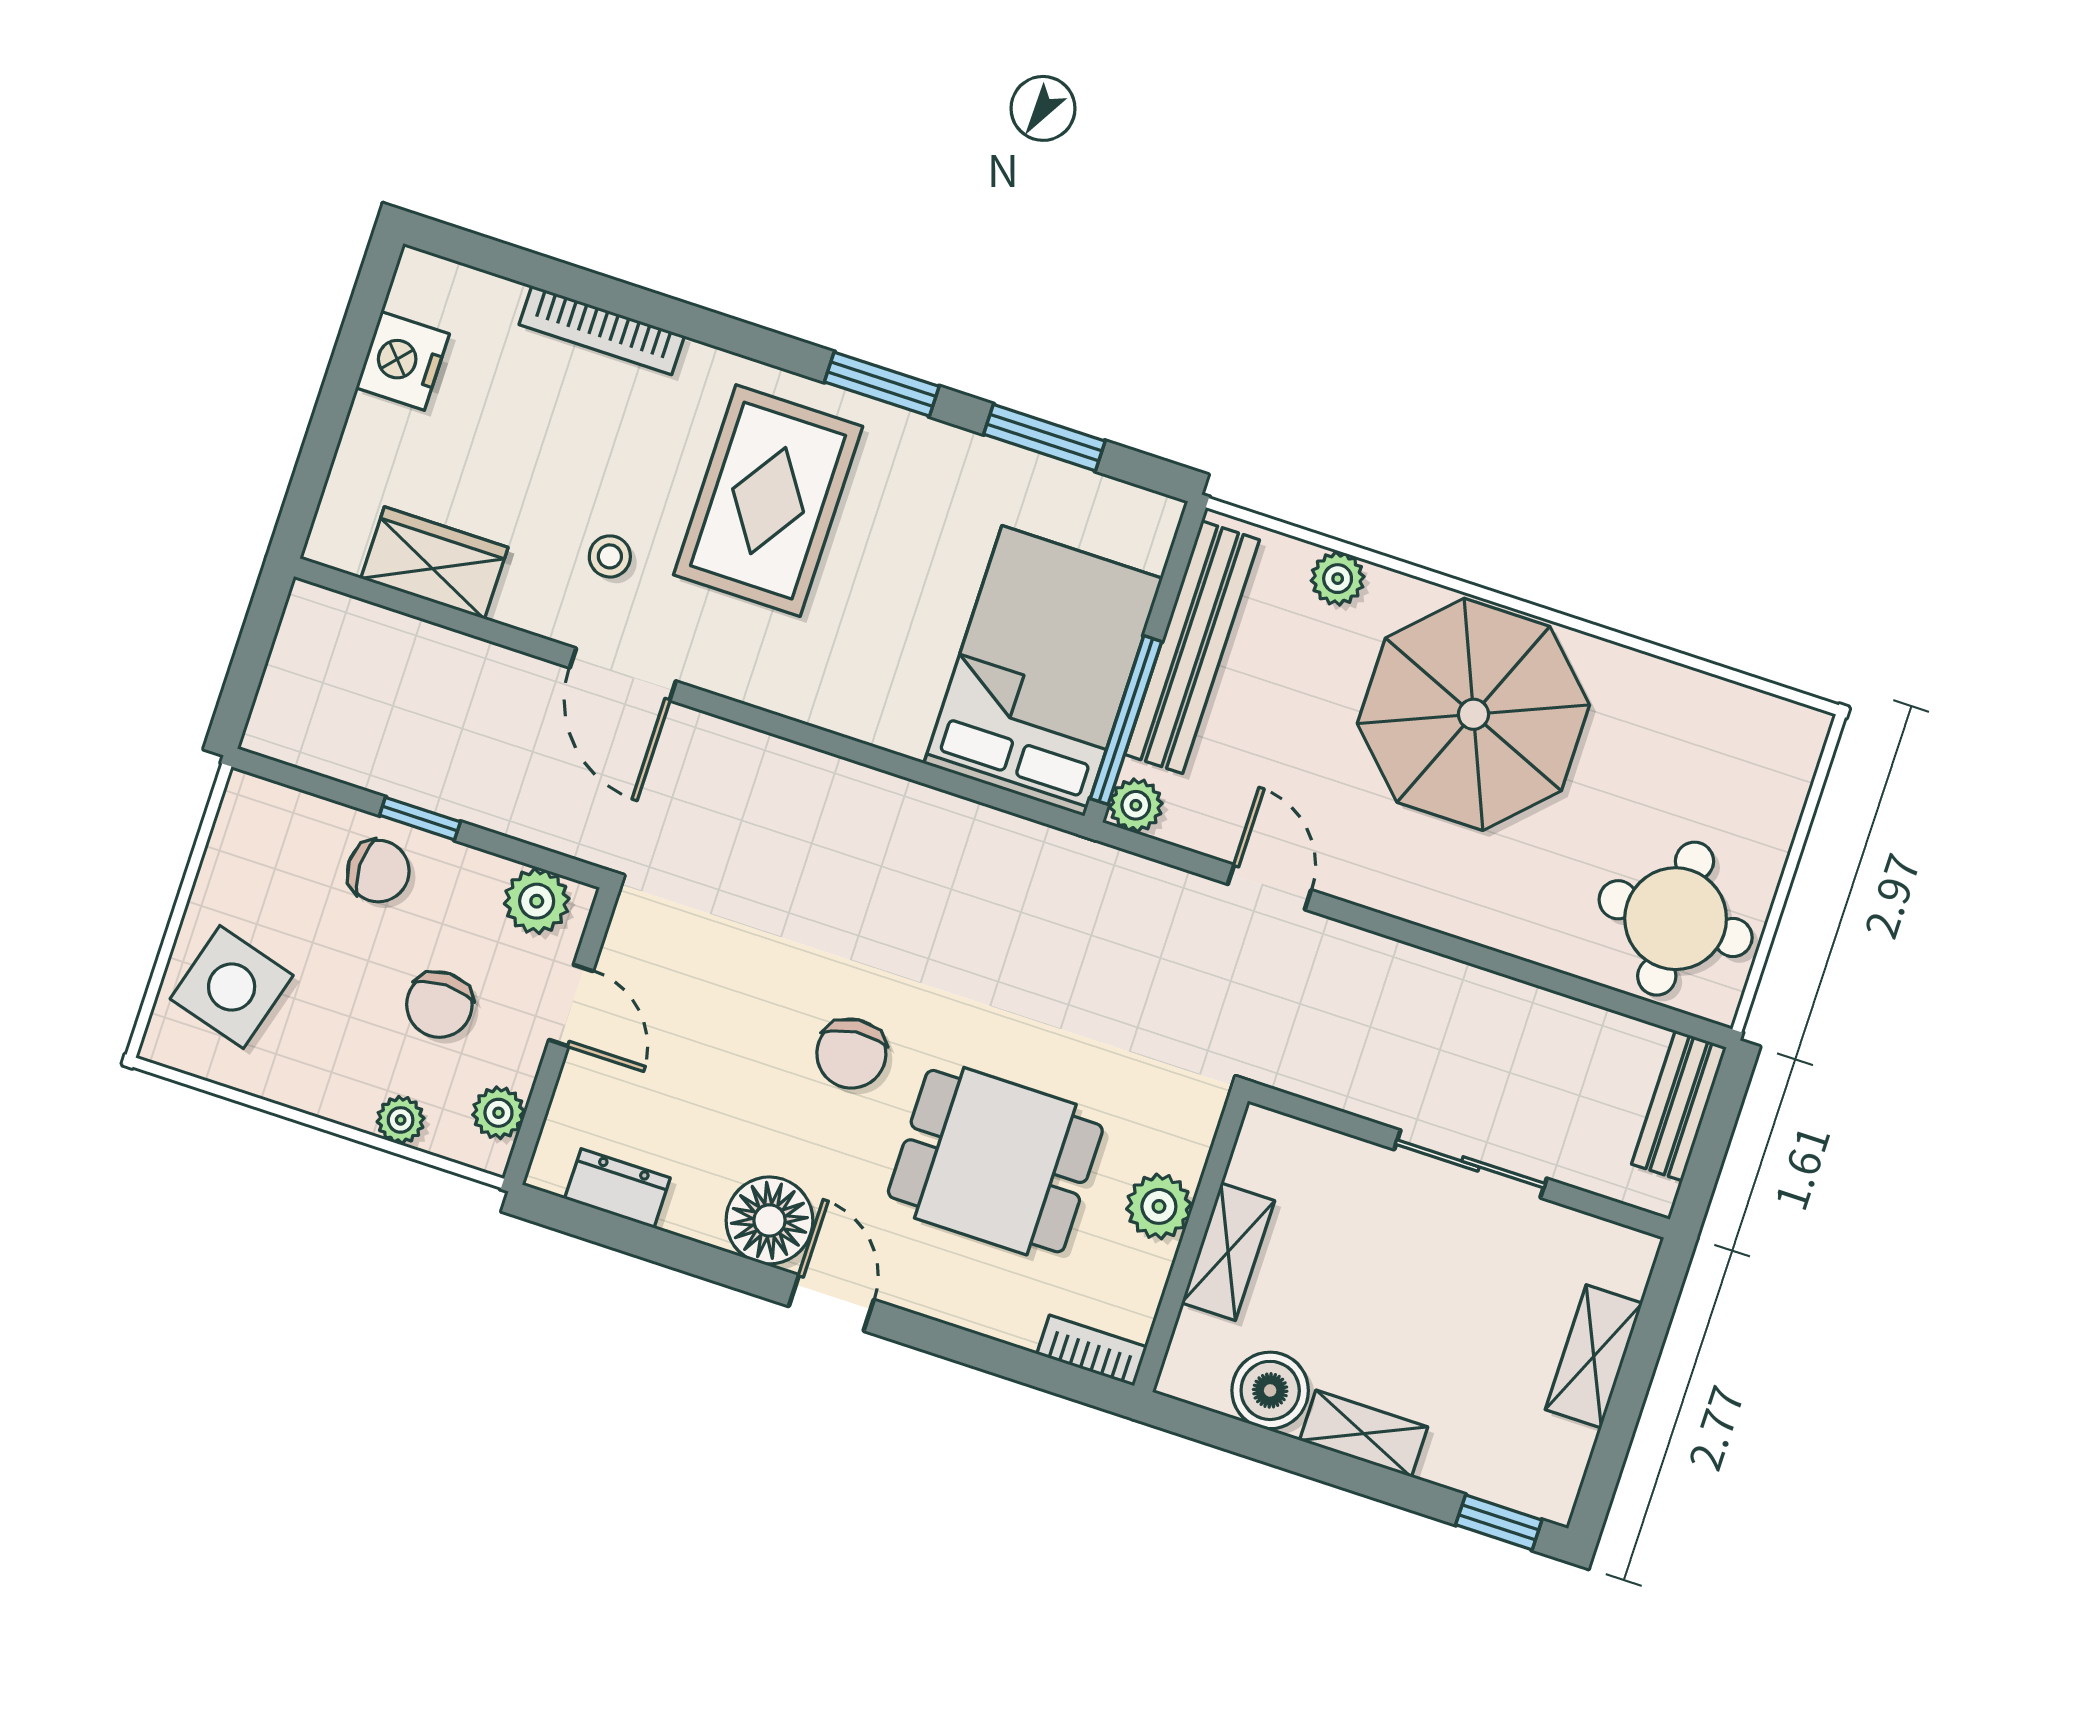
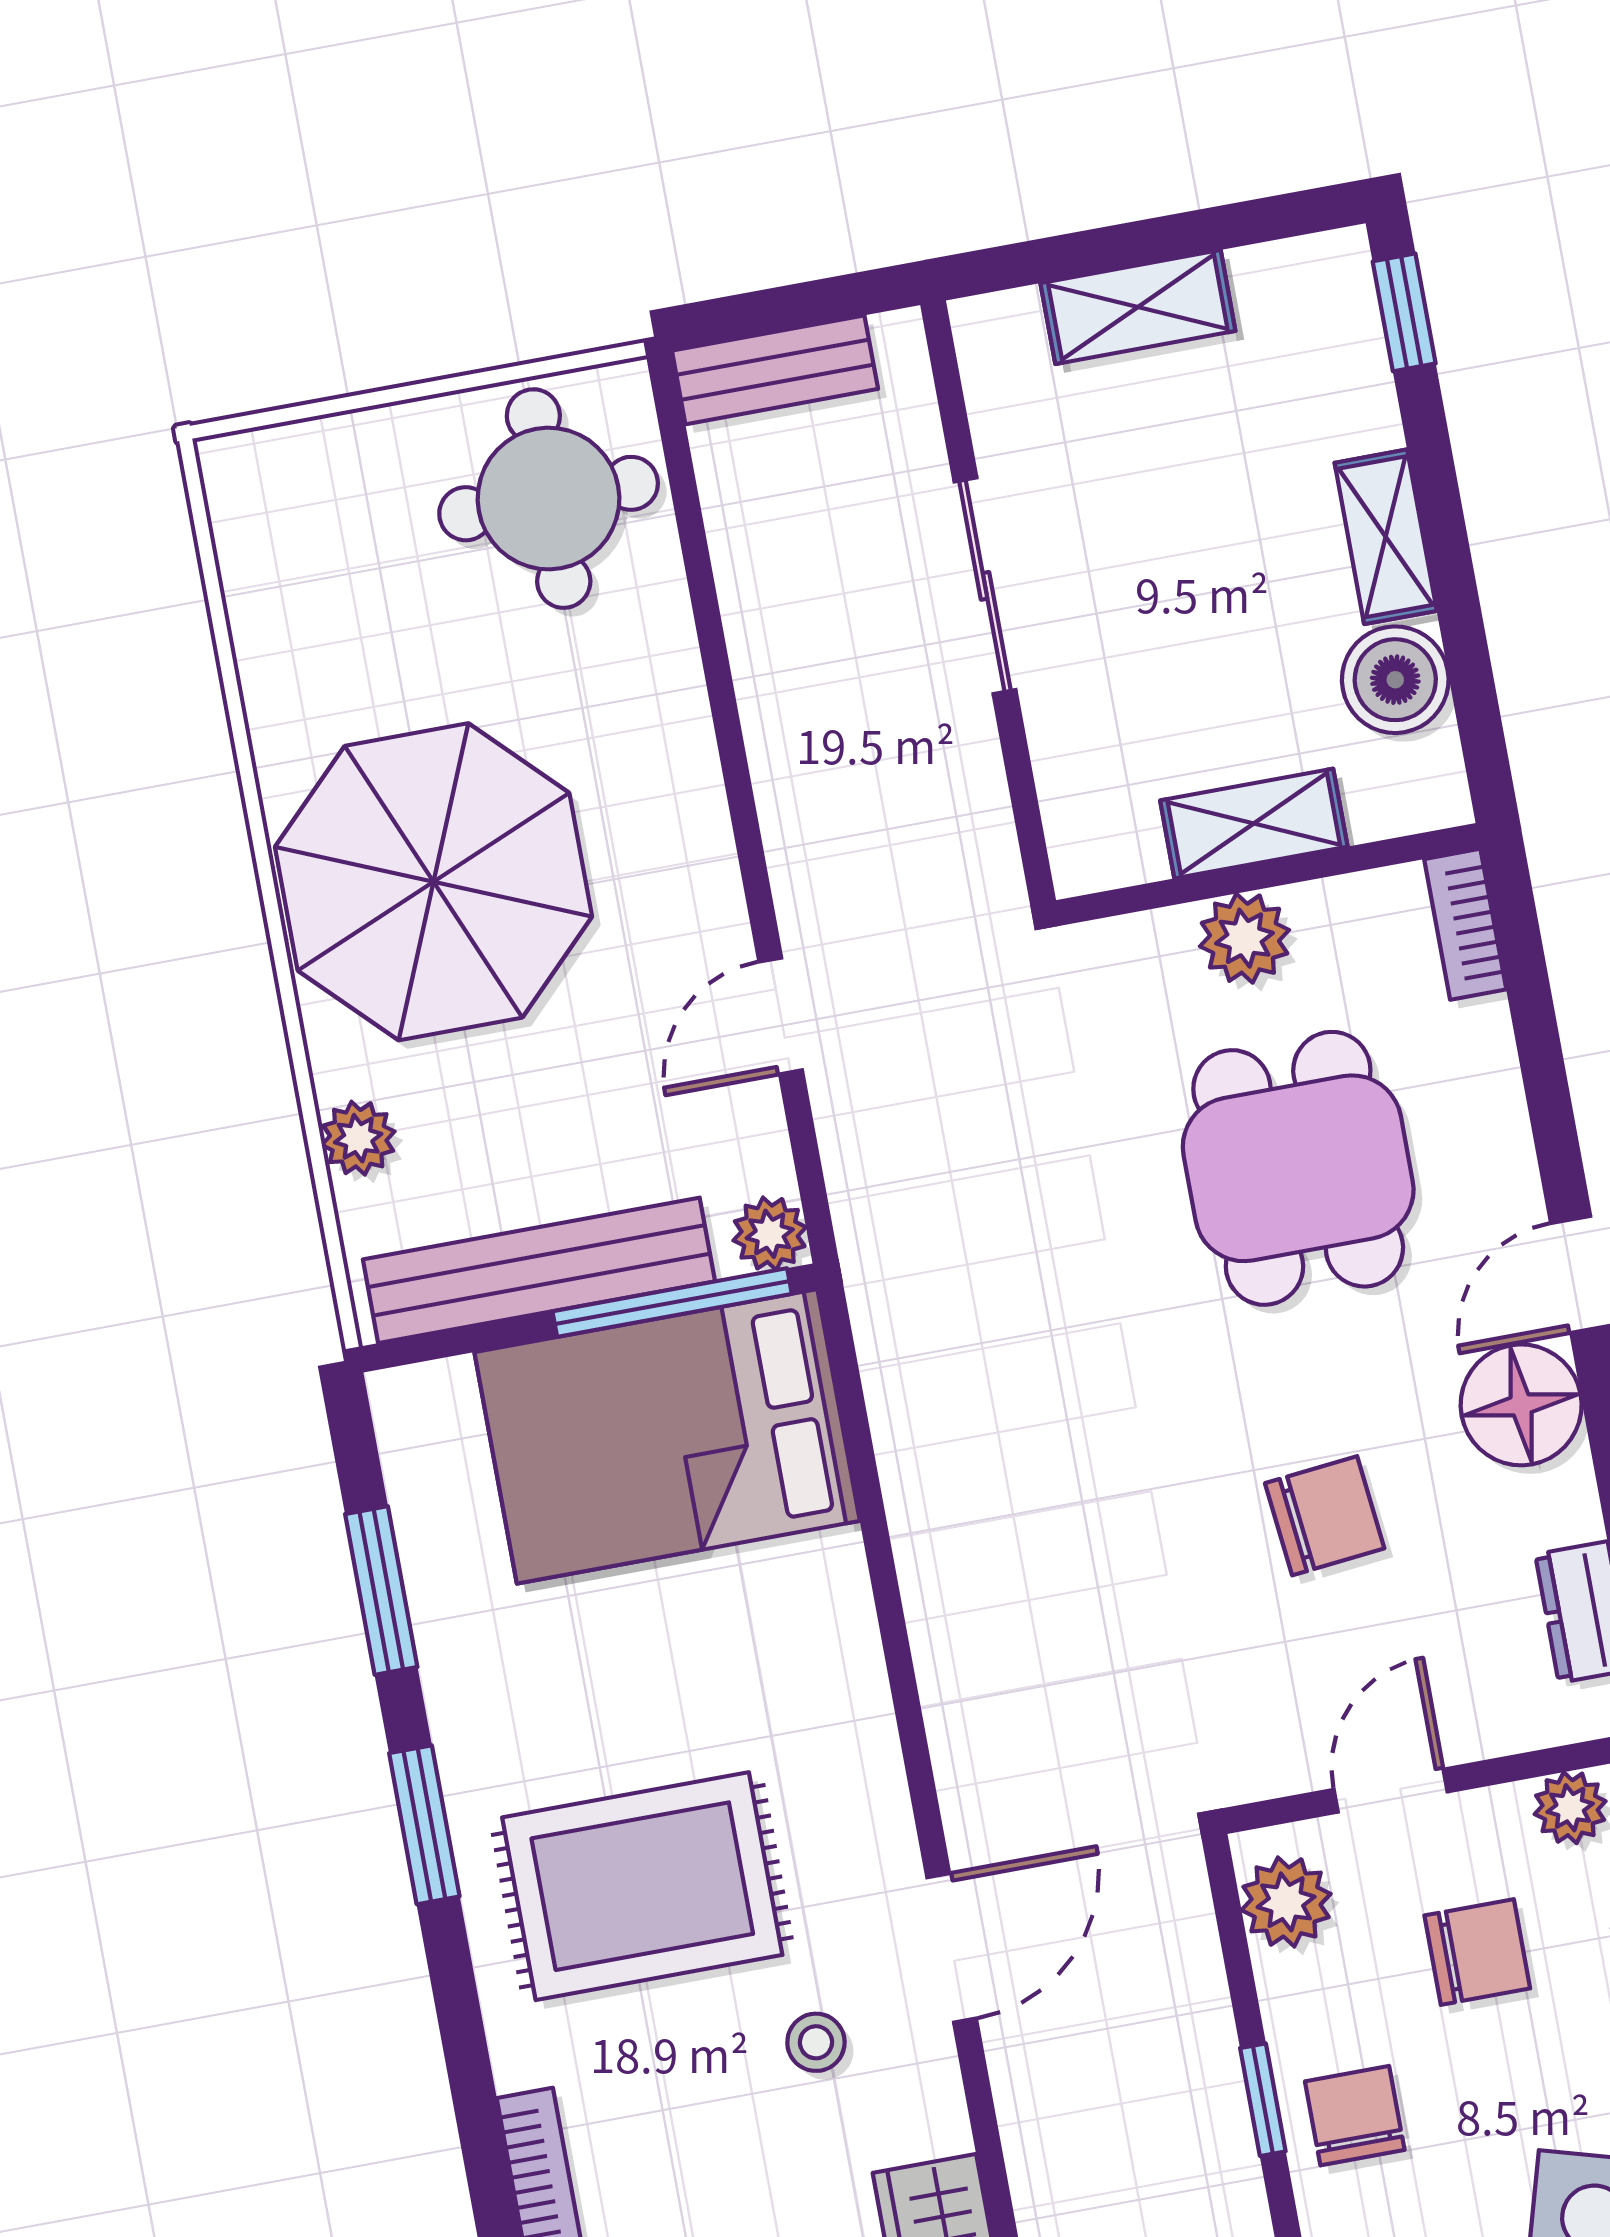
chair: (851, 1054) -> (1325, 1516), moved

